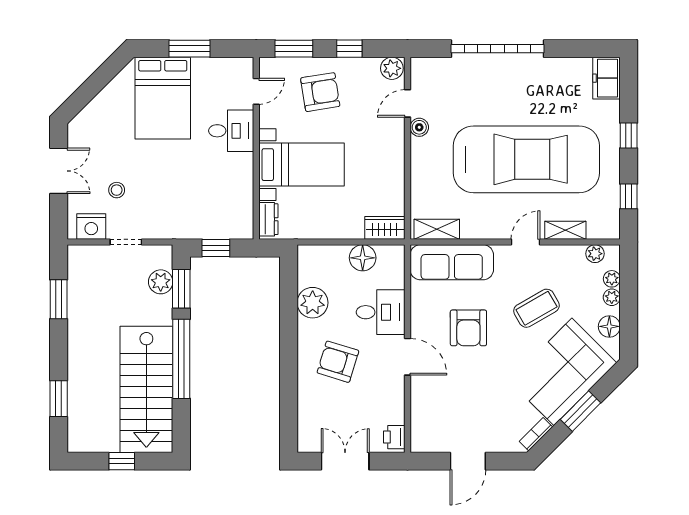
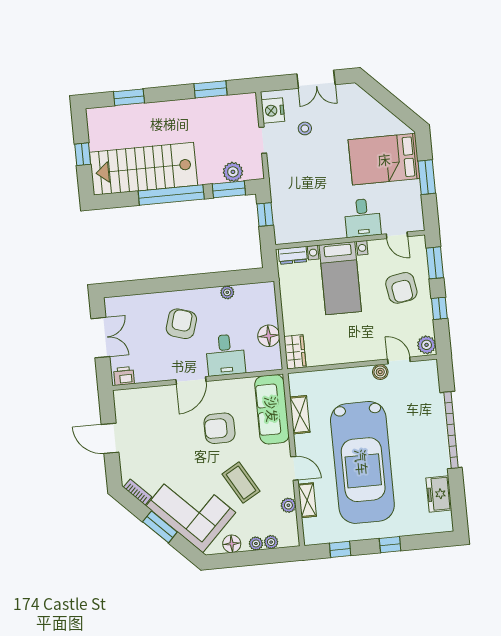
freezer: (606, 78) -> (439, 494), moved, turned -90
shelving: (437, 229) -> (300, 415), moved
plant: (595, 254) -> (288, 505), moved
plant: (313, 303) -> (227, 292), width x0.53, depth x0.53

